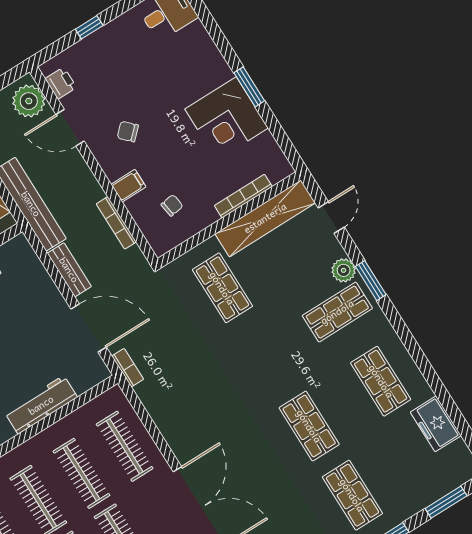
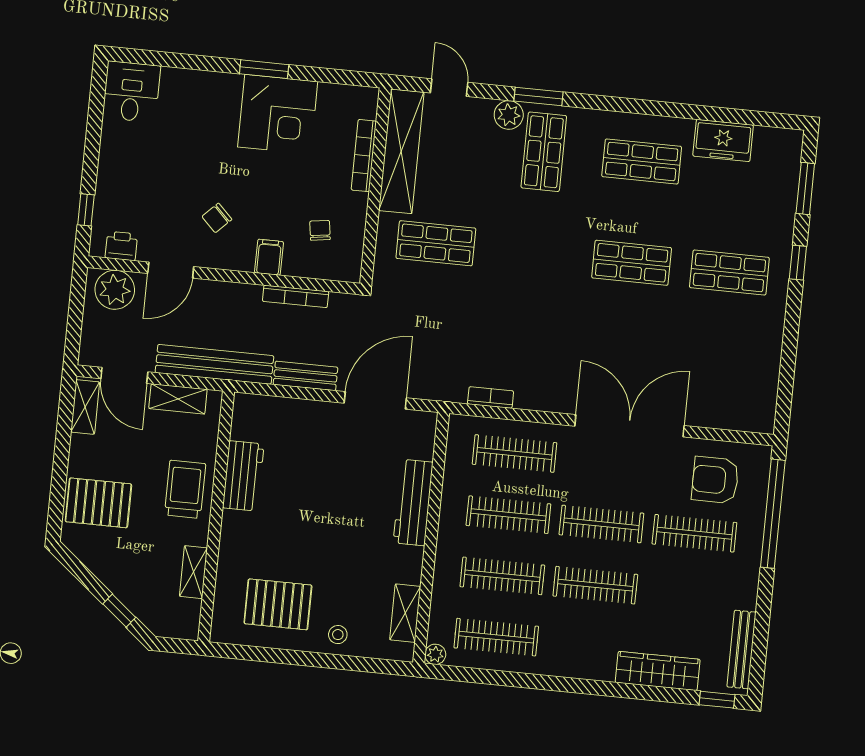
window: (89, 27) -> (86, 210), moved
bookcase: (128, 368) -> (491, 397), moved

